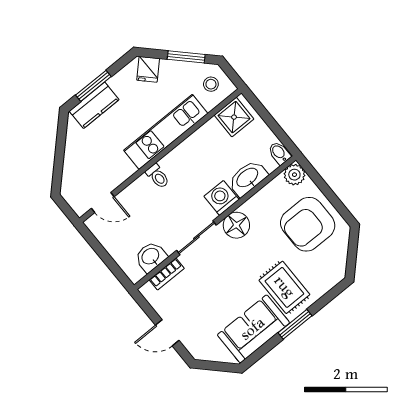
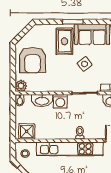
kitchen unit: (166, 132) -> (70, 149), width x1.36
armchair: (308, 224) -> (33, 60), turned 90
floor lamp: (236, 225) -> (63, 84), removed
side table: (230, 279) -> (85, 64), added

